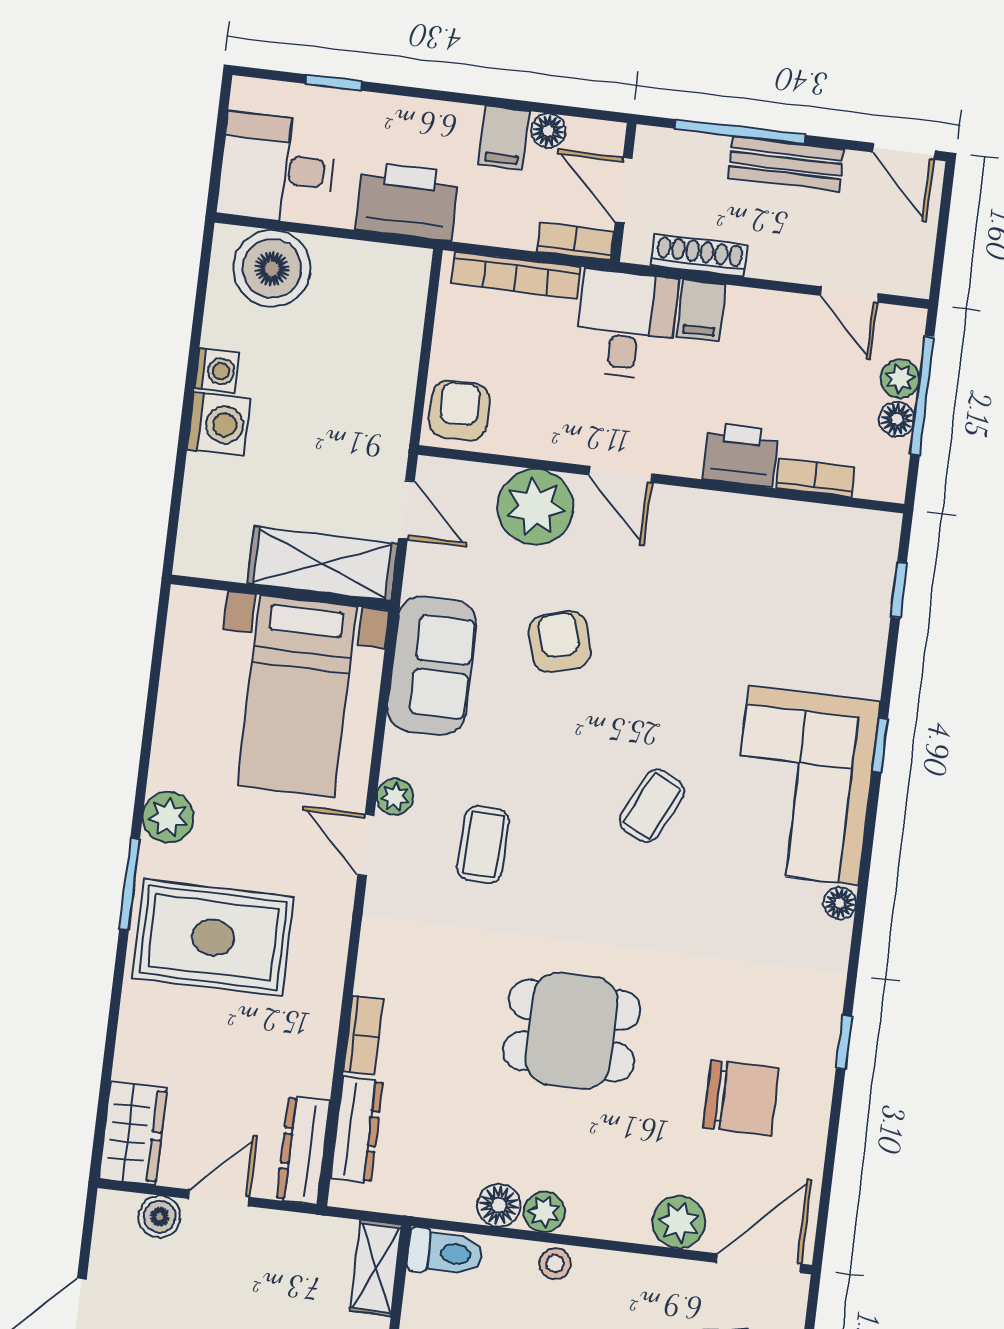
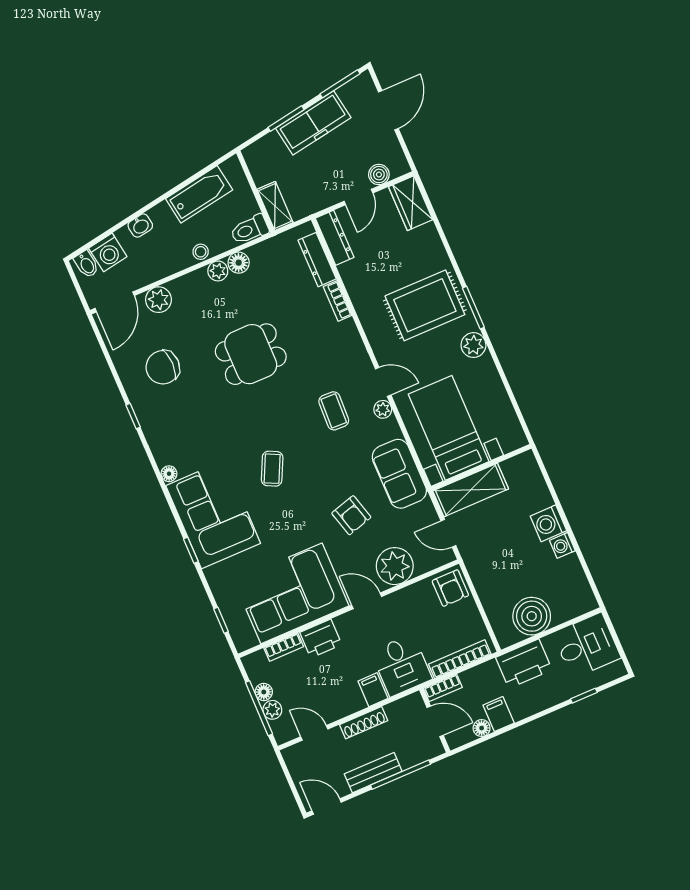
shoe rack: (699, 255) -> (364, 723), moved
boiler: (272, 268) -> (532, 616), moved
corner sofa: (746, 565) -> (292, 593), added

